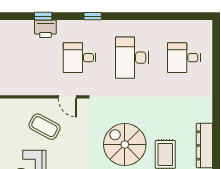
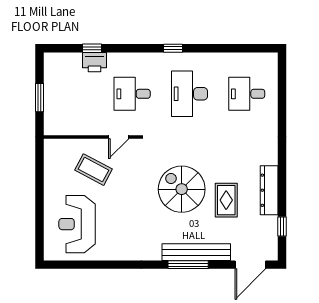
window: (93, 16) -> (173, 48), moved
door: (67, 97) -> (119, 137), hinge flipped

